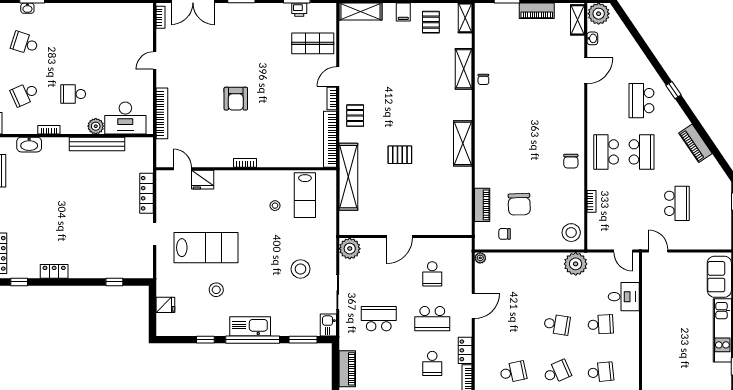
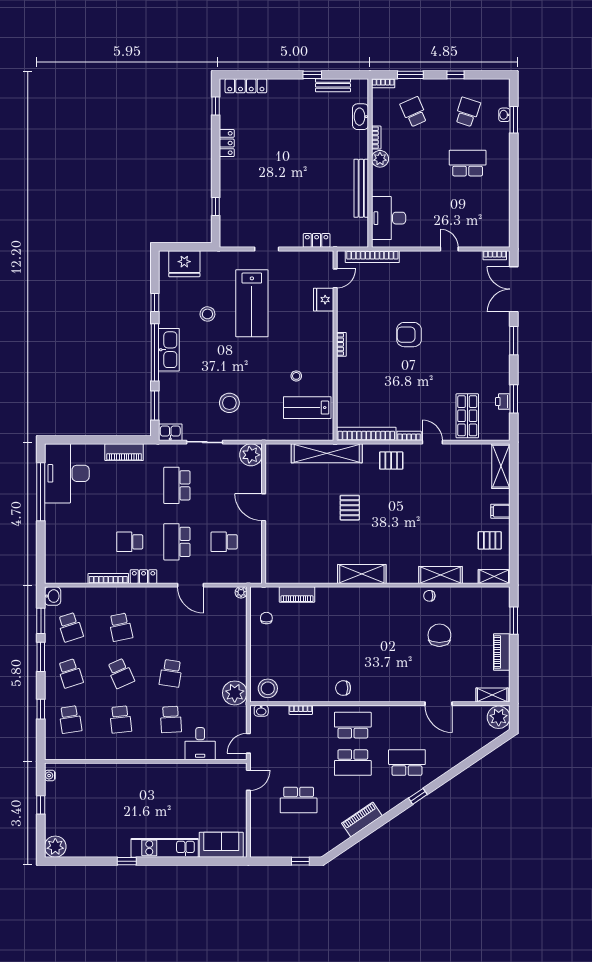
washbasin: (592, 38) -> (261, 711), moved
school desk: (73, 94) -> (468, 163), moved, width x1.85
bookcase: (162, 113) -> (372, 257), moved
plant: (96, 126) -> (380, 159), moved
locker: (147, 193) -> (317, 240), width x0.66
chair: (519, 204) -> (439, 635), moved, turned 92
fridge: (165, 305) -> (184, 264), width x1.88, depth x1.34
school desk: (379, 319) -> (177, 485), turned 180

